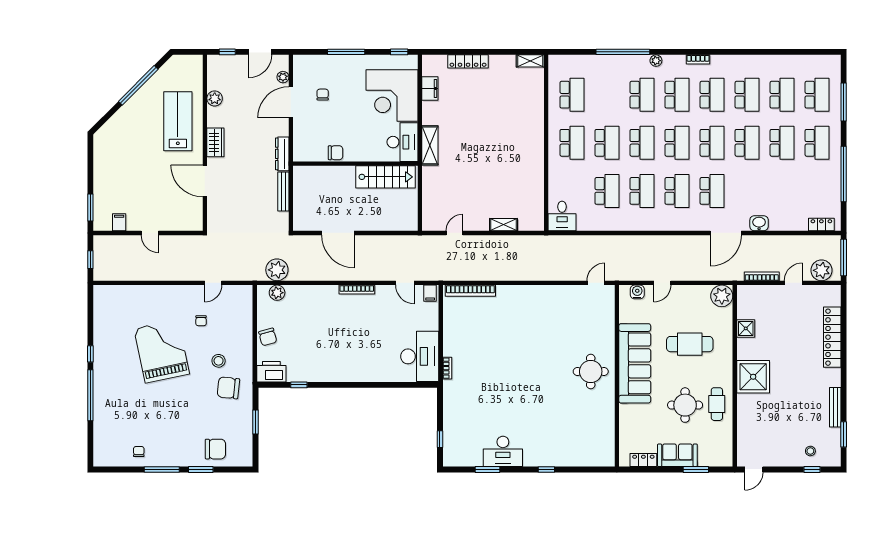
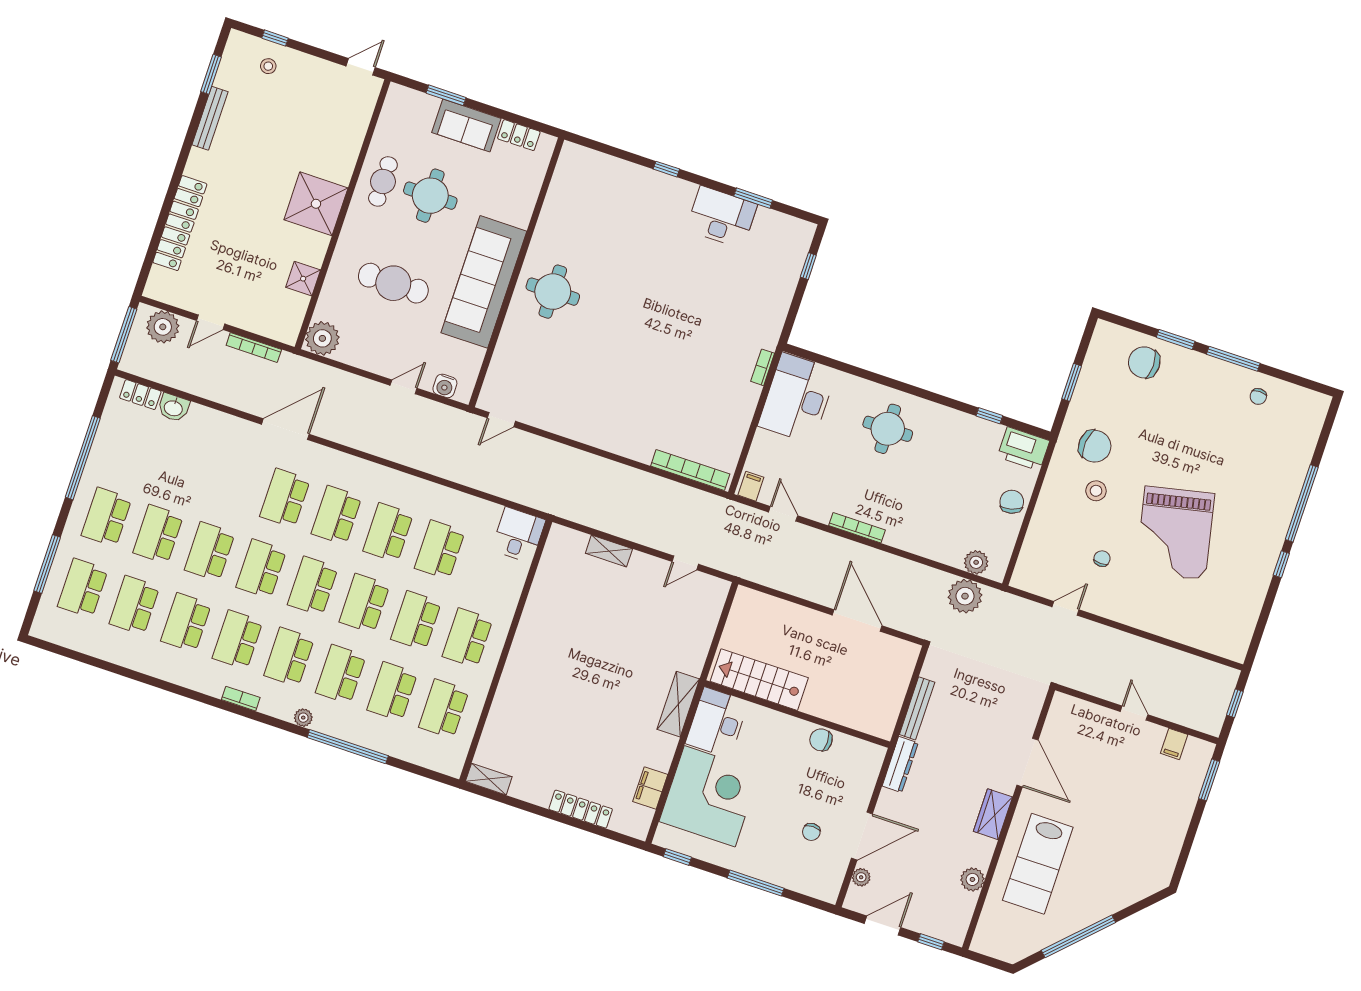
school desk: (607, 95) -> (392, 691), added
washbasin: (759, 223) -> (173, 408), moved
round table: (358, 356) -> (888, 429), added

